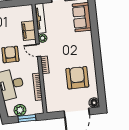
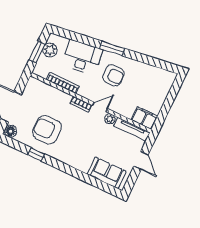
filing cabinet: (29, 31) -> (144, 118), moved
window: (99, 75) -> (36, 154), added
armchair: (77, 78) -> (47, 130), turned 180

